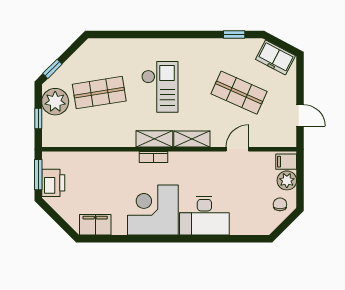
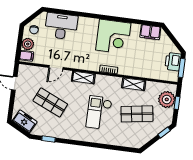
plant: (55, 102) -> (167, 99), moved
shelving: (154, 139) -> (134, 84), moved
desk: (204, 216) -> (61, 26), moved

